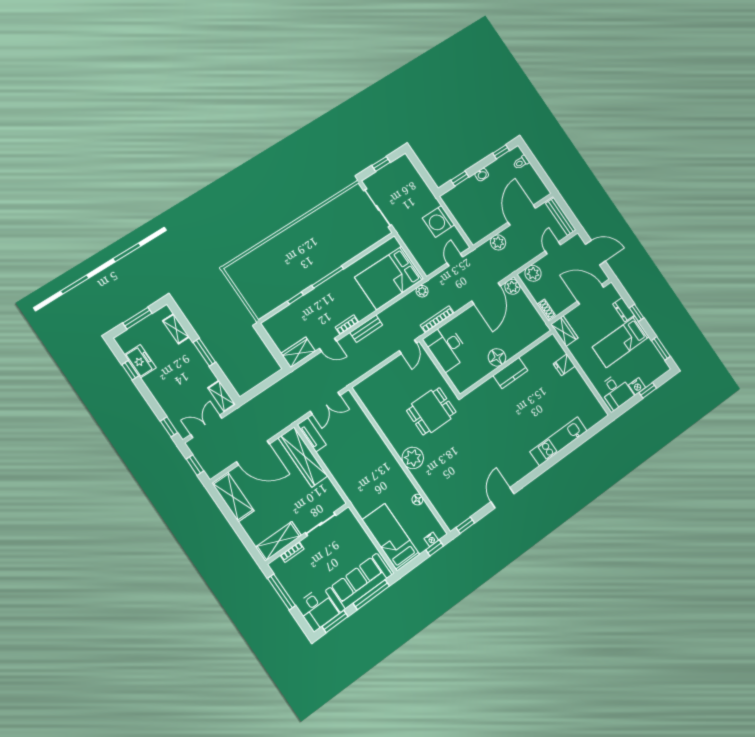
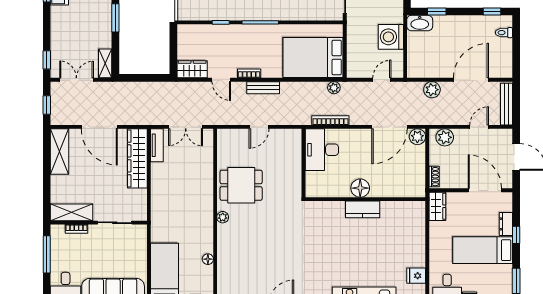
washbasin: (482, 175) -> (420, 23), moved, width x1.91, depth x1.45
door: (408, 347) -> (259, 127), moved
fridge: (564, 365) -> (416, 276), moved
dining table: (431, 411) -> (241, 185), moved
plant: (413, 458) -> (223, 217), width x0.53, depth x0.53

